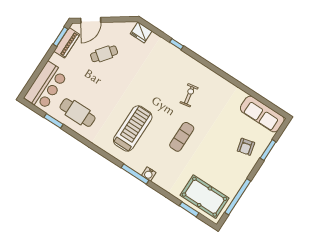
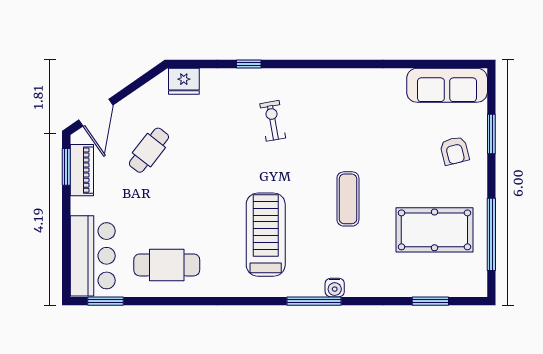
exercise bike: (189, 95) -> (273, 121), moved
window: (54, 121) -> (106, 301), moved
pool table: (205, 197) -> (434, 230), moved

